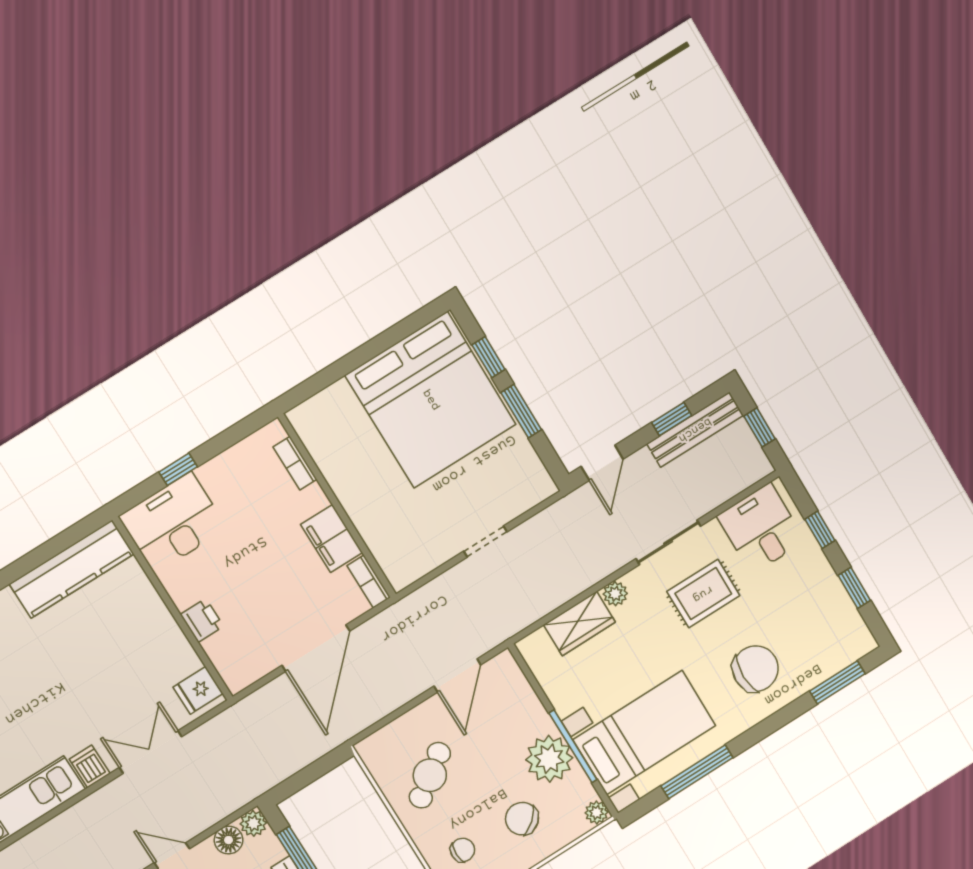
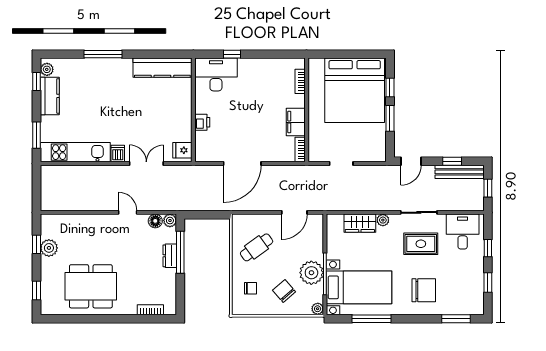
bookcase: (295, 463) -> (300, 81), moved
wall: (337, 506) -> (307, 110), moved
filing cabinet: (332, 539) -> (296, 122), moved
bookcase: (369, 582) -> (300, 150), moved

